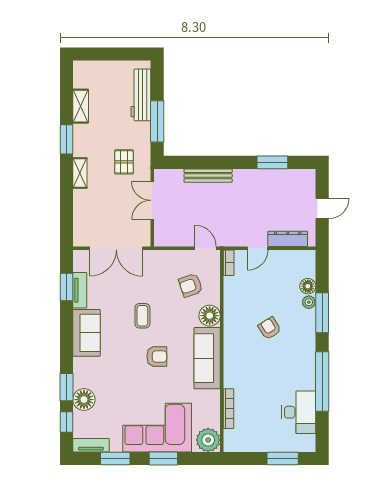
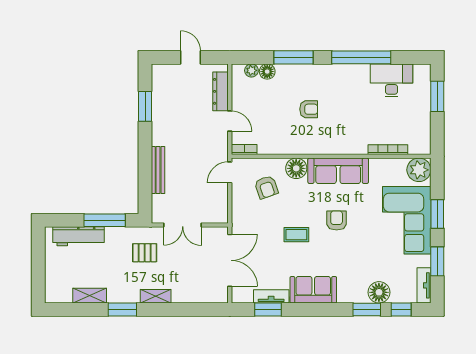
plant: (309, 302) -> (251, 70), moved
armchair: (270, 328) -> (309, 109), turned -148

